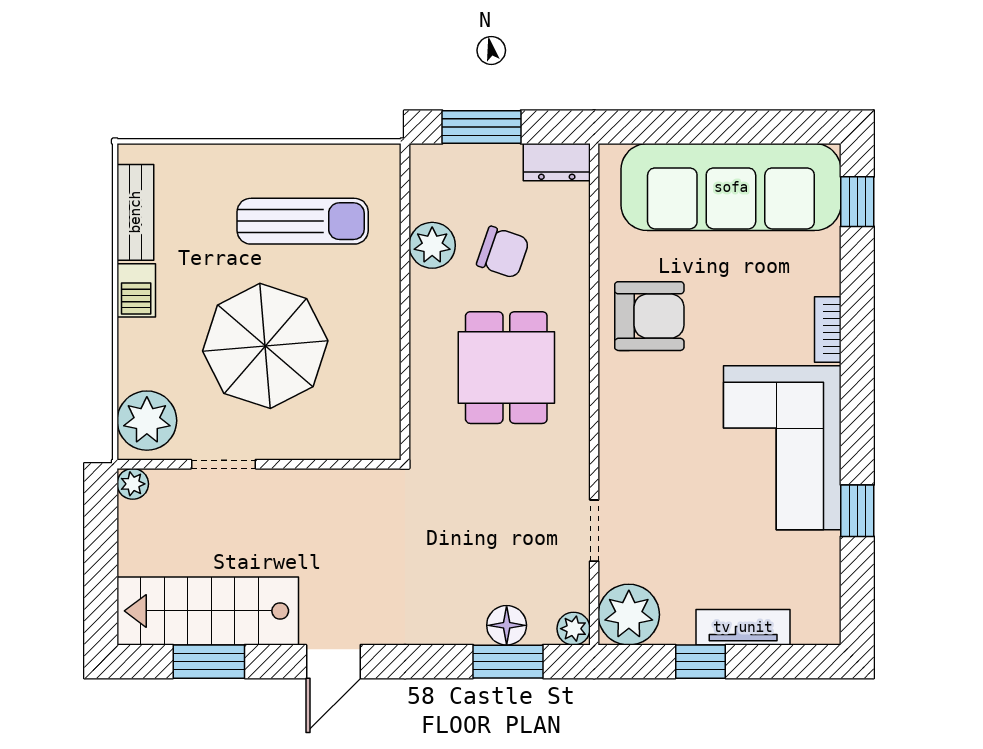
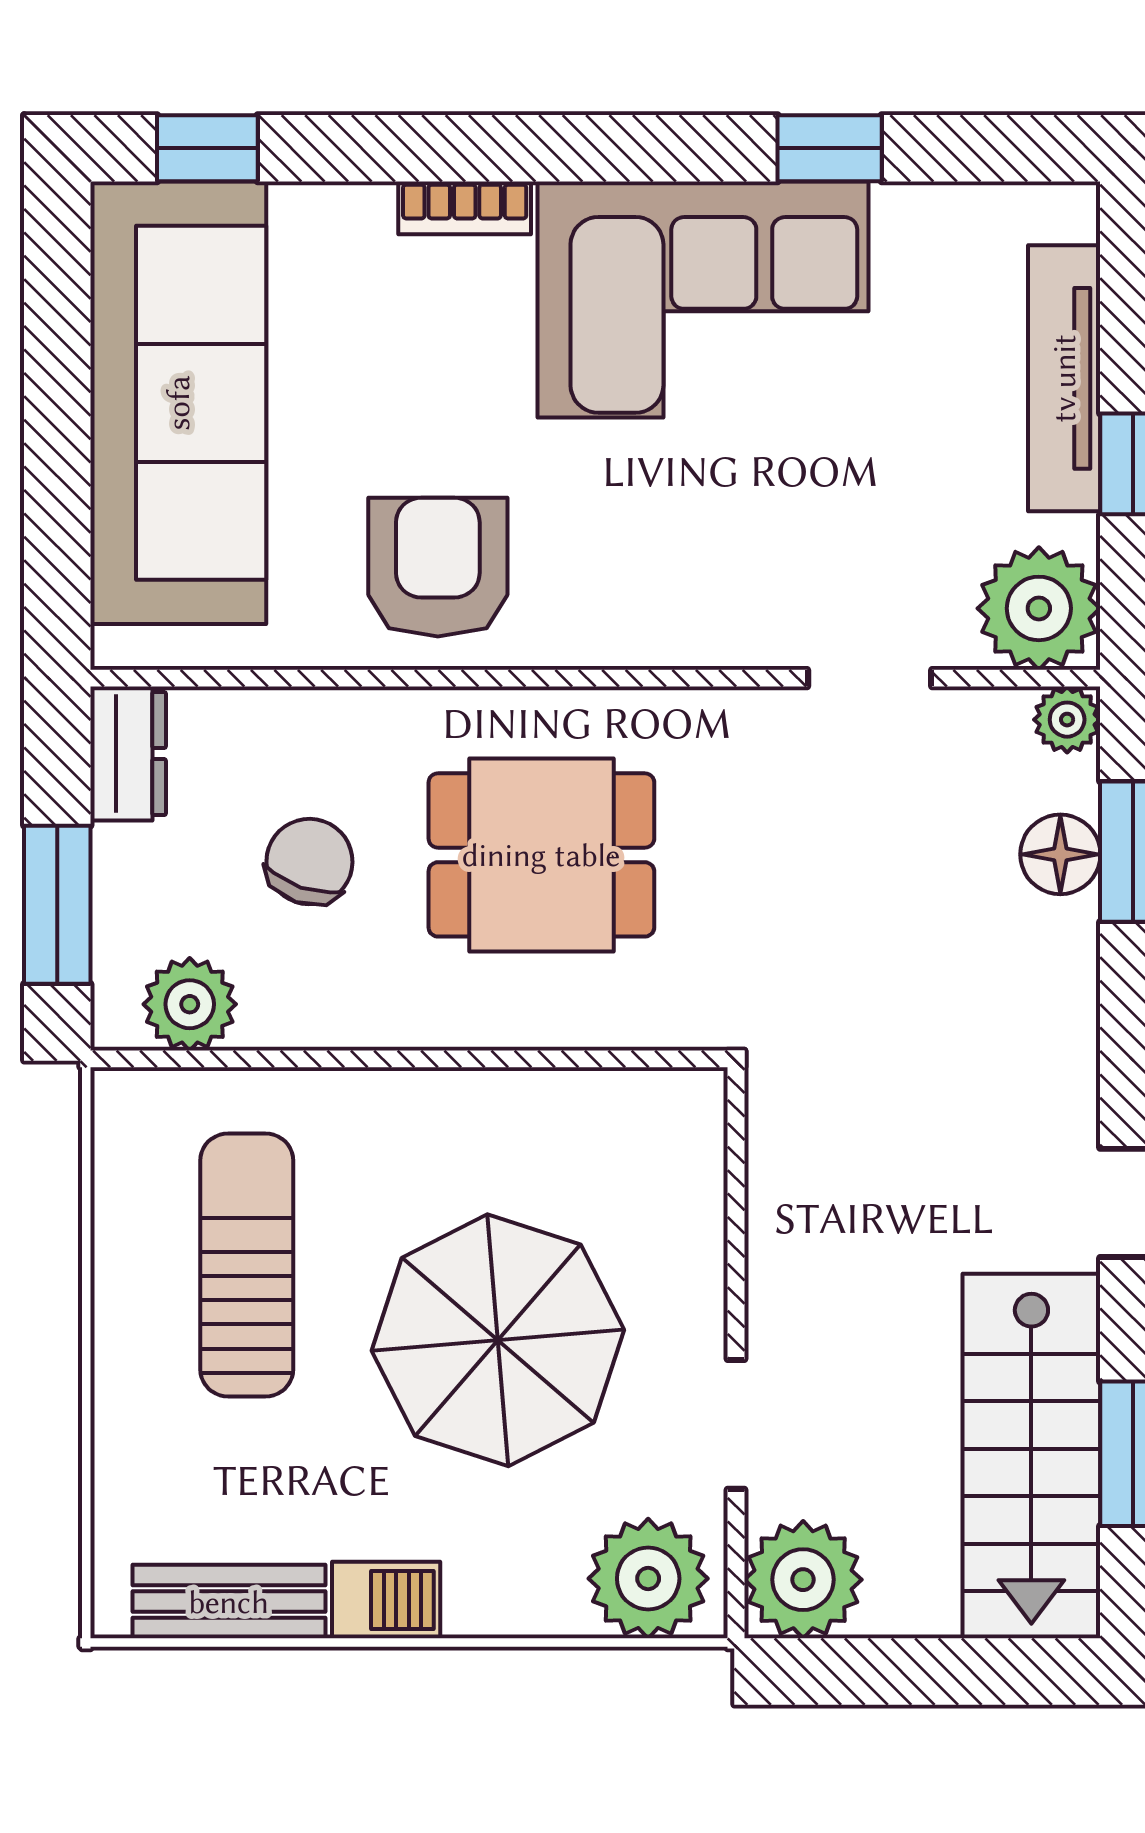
plant: (432, 245) -> (190, 1004), moved
plant: (133, 484) -> (803, 1580), width x1.88, depth x1.88
tv unit: (743, 627) -> (1064, 378), width x1.41

